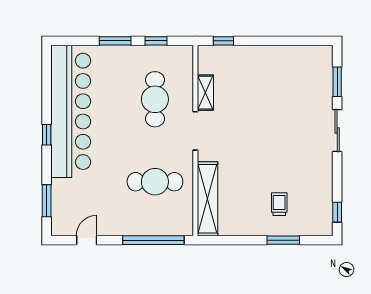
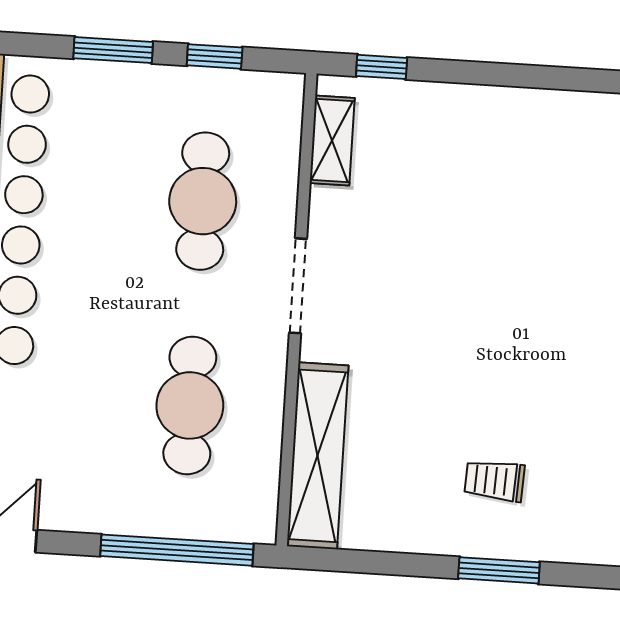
shelving: (205, 93) -> (332, 140), moved
cafe table: (155, 182) -> (190, 405), turned 90
trolley: (279, 204) -> (494, 481), turned -87

